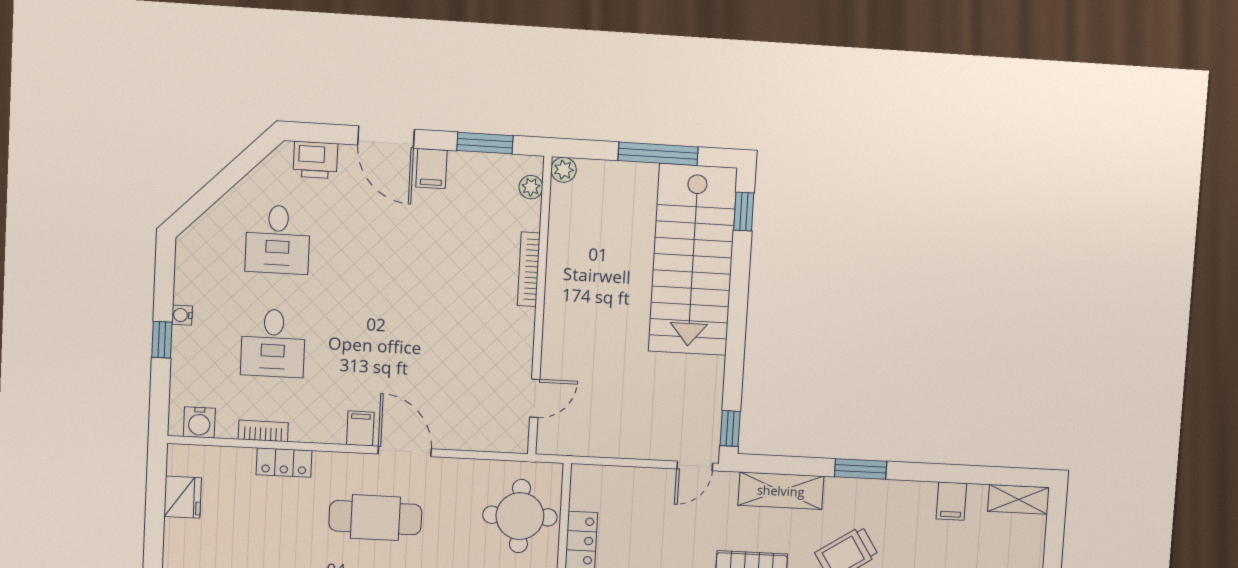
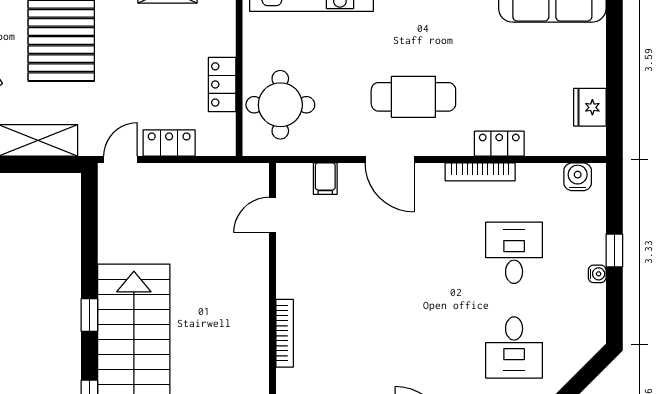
desk: (278, 239) -> (514, 347), turned 180
filing cabinet: (360, 428) -> (325, 179), moved
window: (730, 428) -> (89, 315), moved
bookcase: (263, 431) -> (480, 172), moved, width x1.56
locker: (642, 481) -> (169, 143), added

